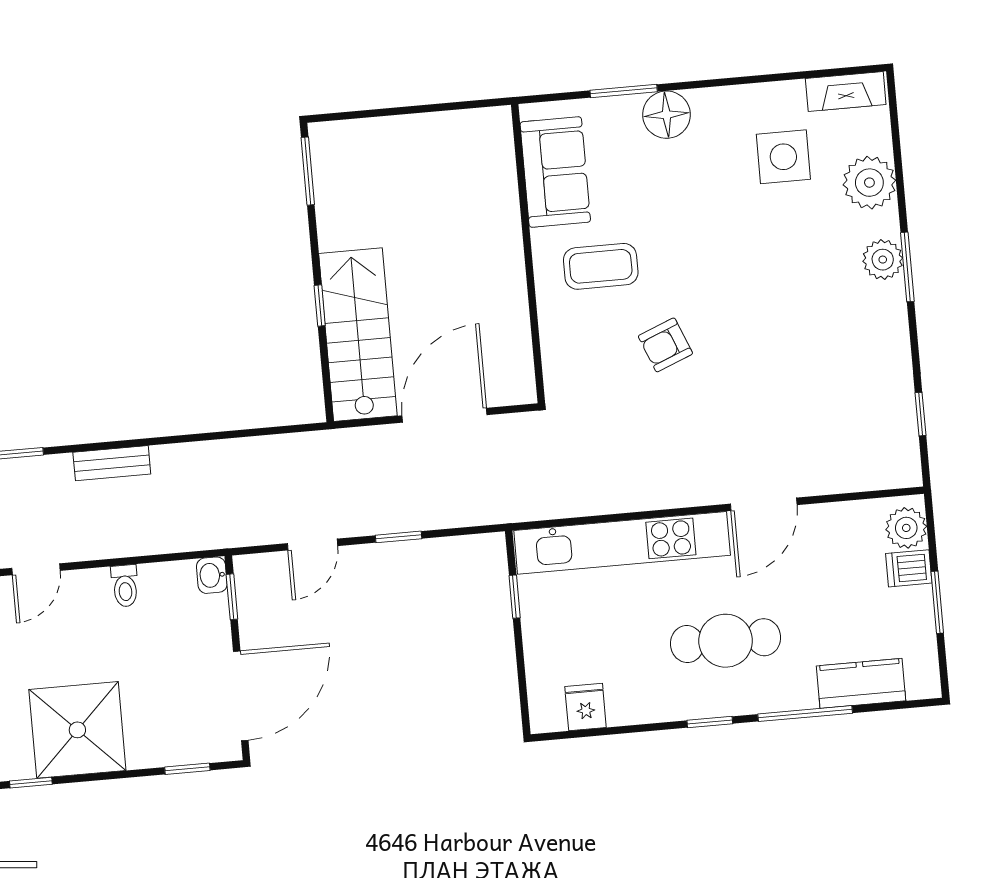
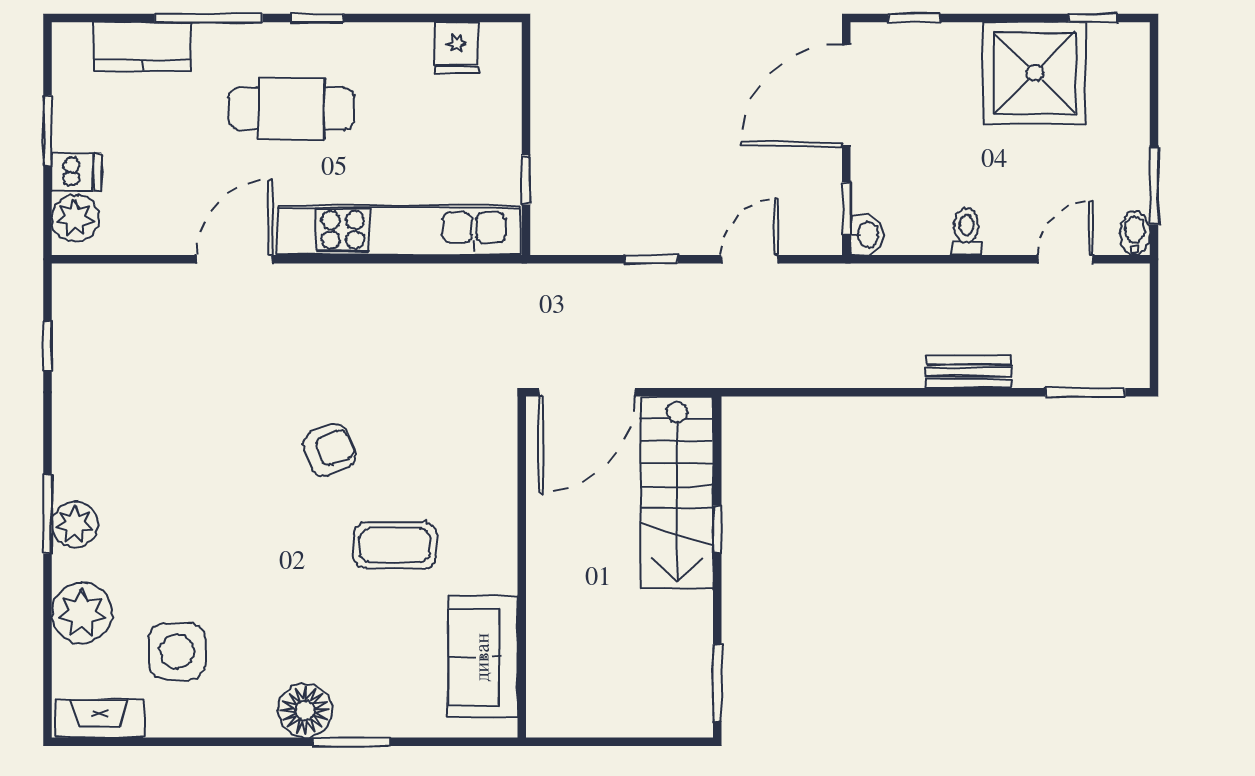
sofa: (555, 172) -> (483, 657), moved
wall: (528, 254) -> (522, 567), moved

